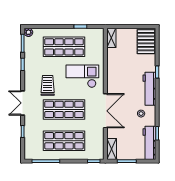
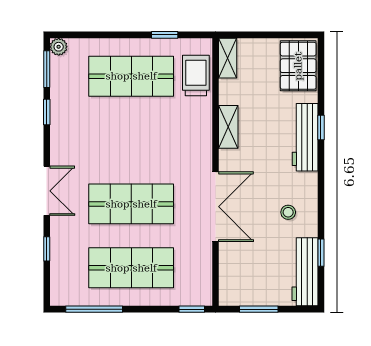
checkout: (82, 76) -> (169, 136), removed
trolley: (48, 85) -> (196, 76), moved
workbench: (149, 89) -> (305, 137), moved
double door: (23, 103) -> (47, 191), swing flipped
shelving: (112, 149) -> (228, 127), moved

